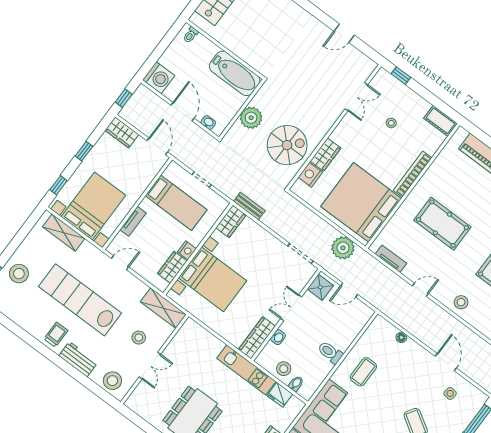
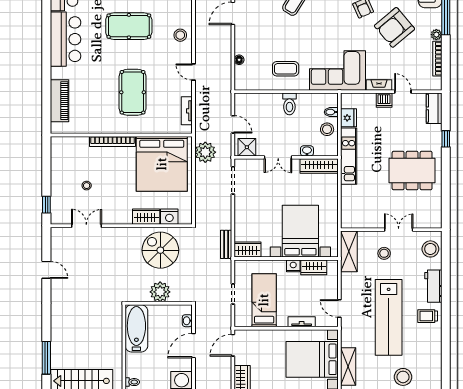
cot: (440, 121) -> (58, 150), removed

